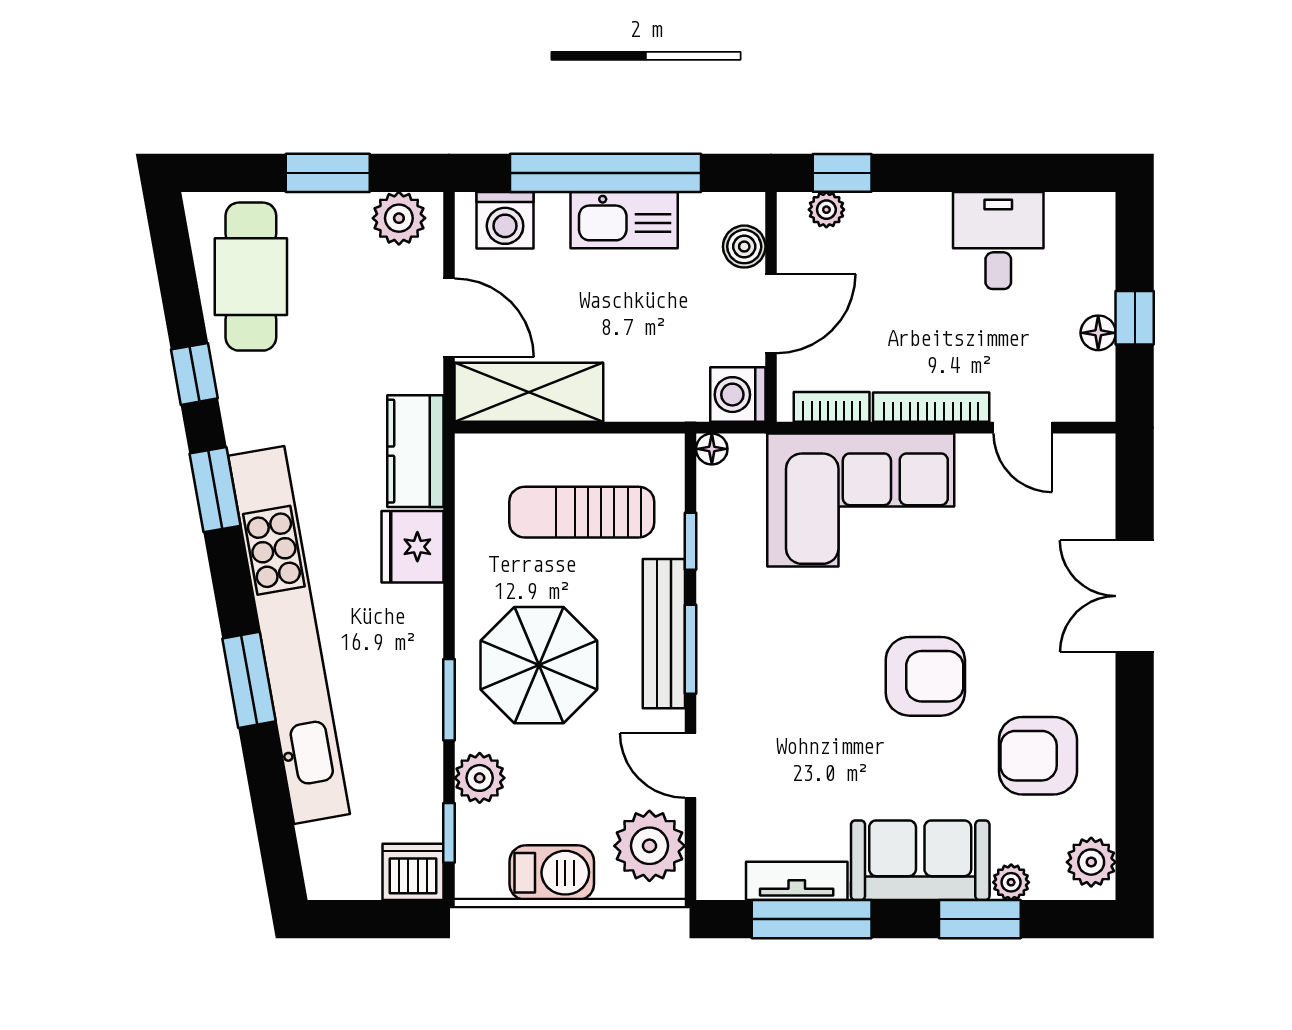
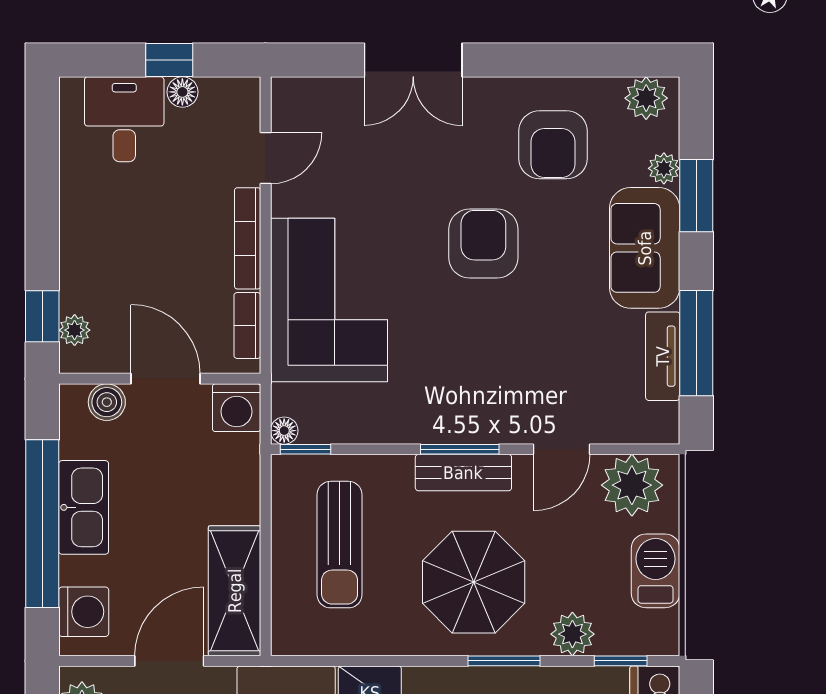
desk: (998, 241) -> (124, 119), moved, turned 90
window: (690, 541) -> (306, 449), moved
bench: (664, 634) -> (463, 473), width x0.73

